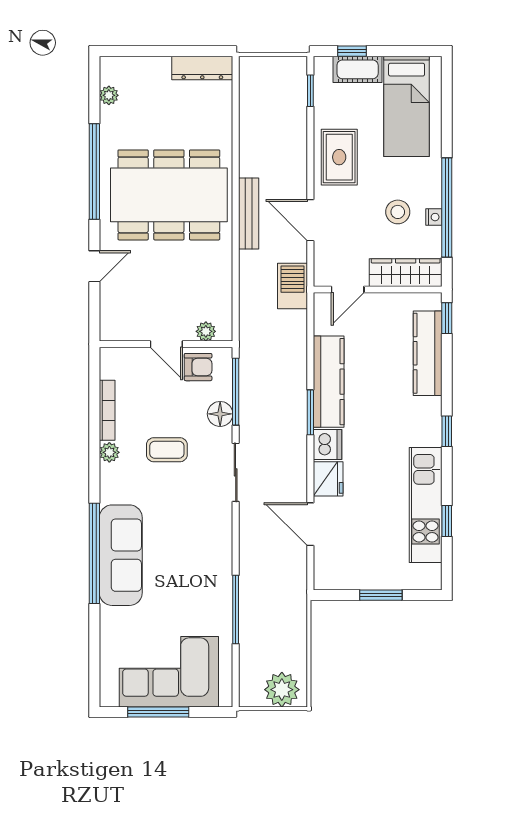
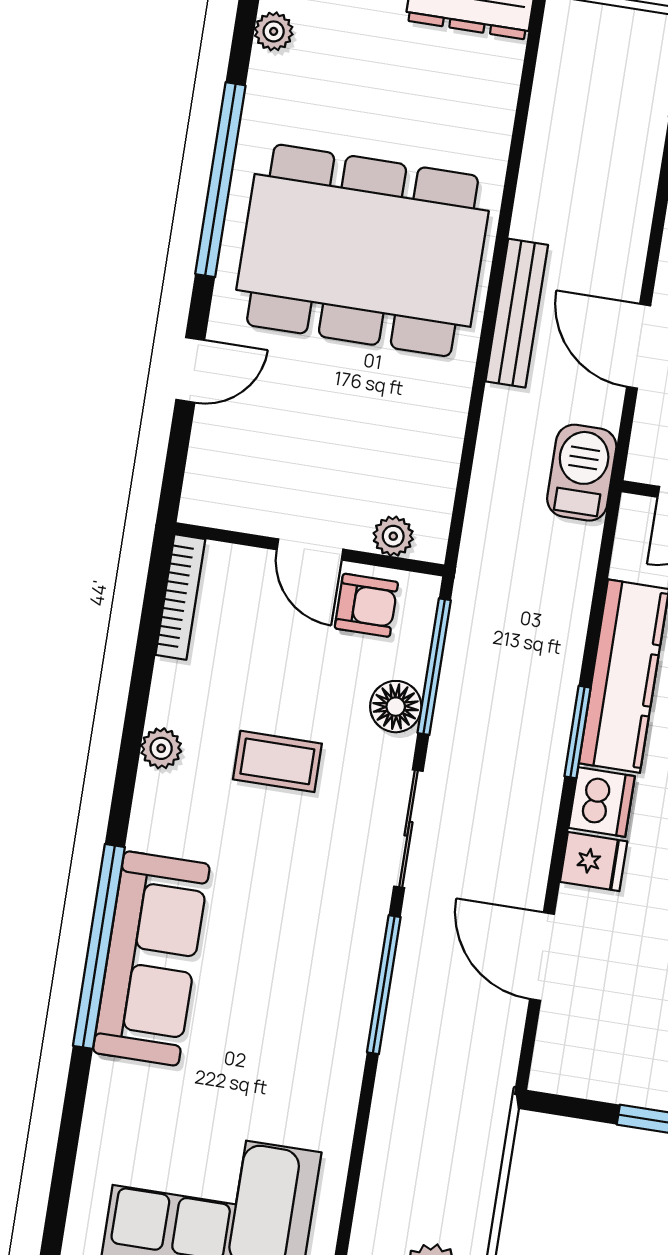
bookcase: (107, 410) -> (180, 597), moved
fridge: (328, 479) -> (594, 862), width x0.72
window: (236, 609) -> (384, 985), moved

